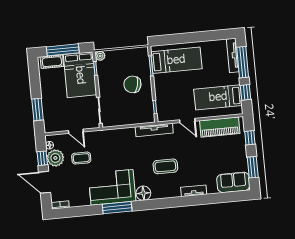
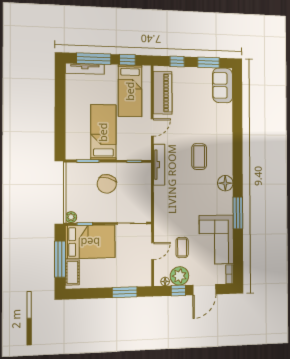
bed: (176, 60) -> (103, 132), moved
corner sofa: (112, 187) -> (216, 240), moved
tv unit: (194, 191) -> (228, 129), removed

